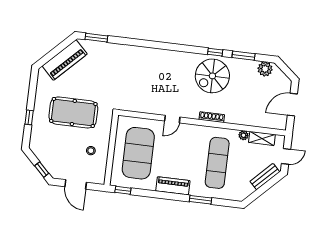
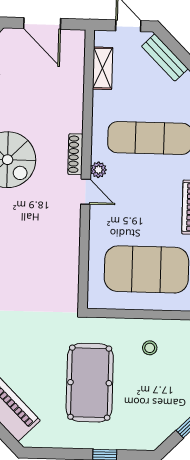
door: (172, 119) -> (86, 192), moved
plant: (244, 135) -> (98, 170), moved

